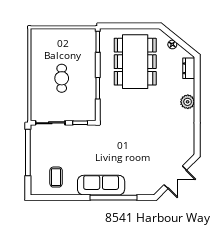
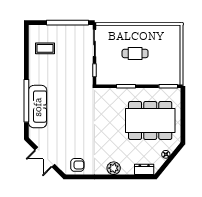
armchair: (184, 142) -> (77, 165), added
sofa: (101, 185) -> (38, 107), moved

